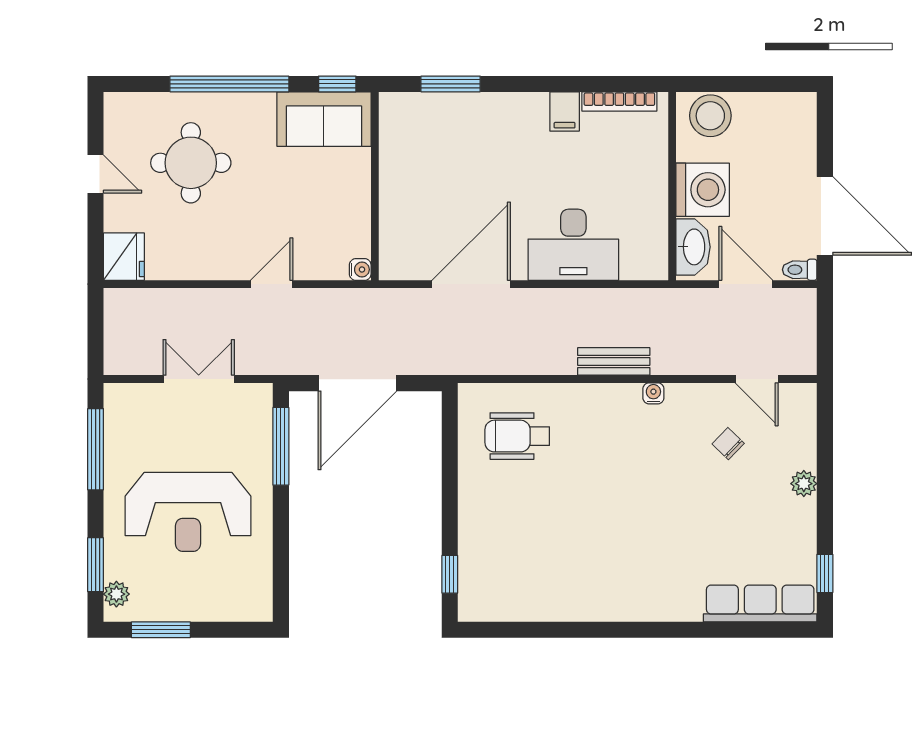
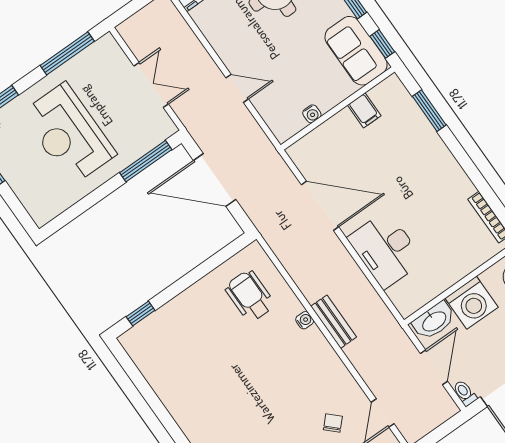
filing cabinet: (565, 111) -> (364, 110), moved, turned -90
water cooler: (360, 269) -> (312, 114), moved
water cooler: (653, 393) -> (305, 320), moved

